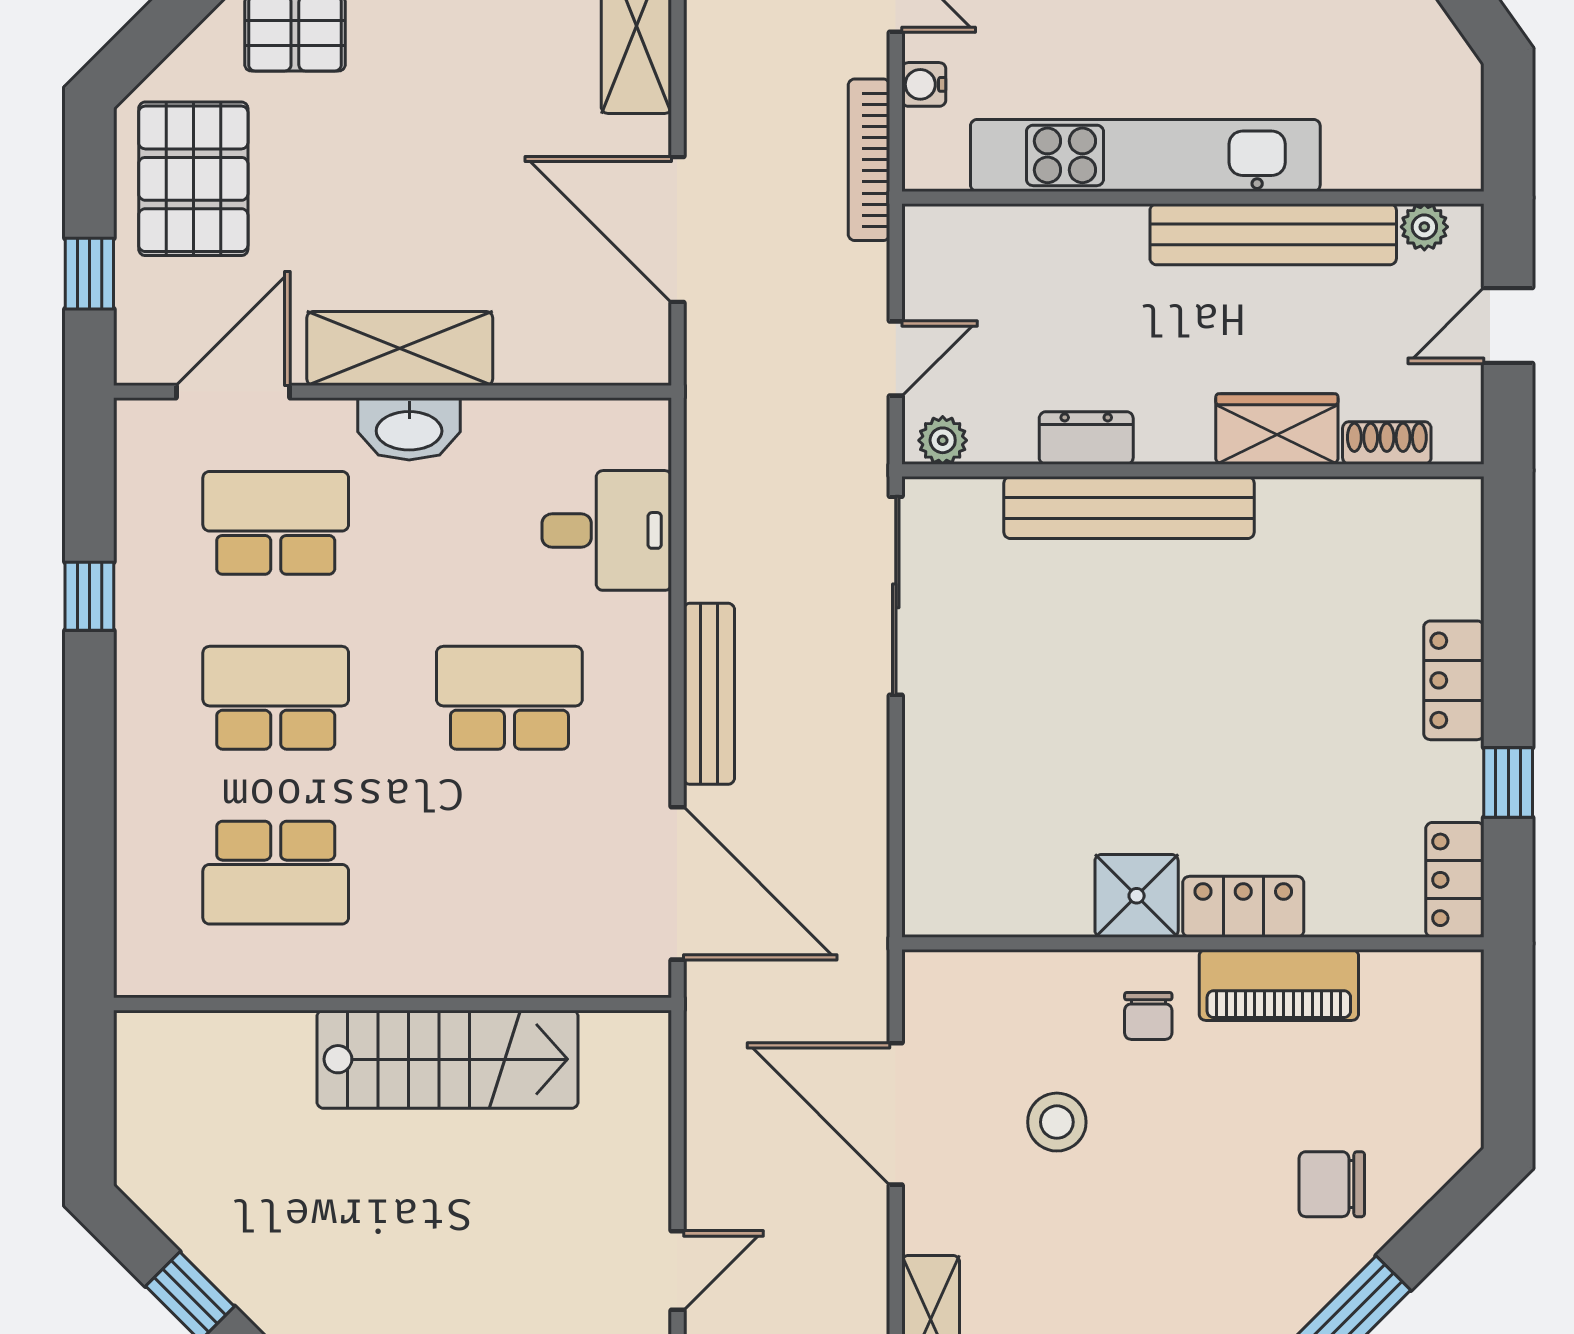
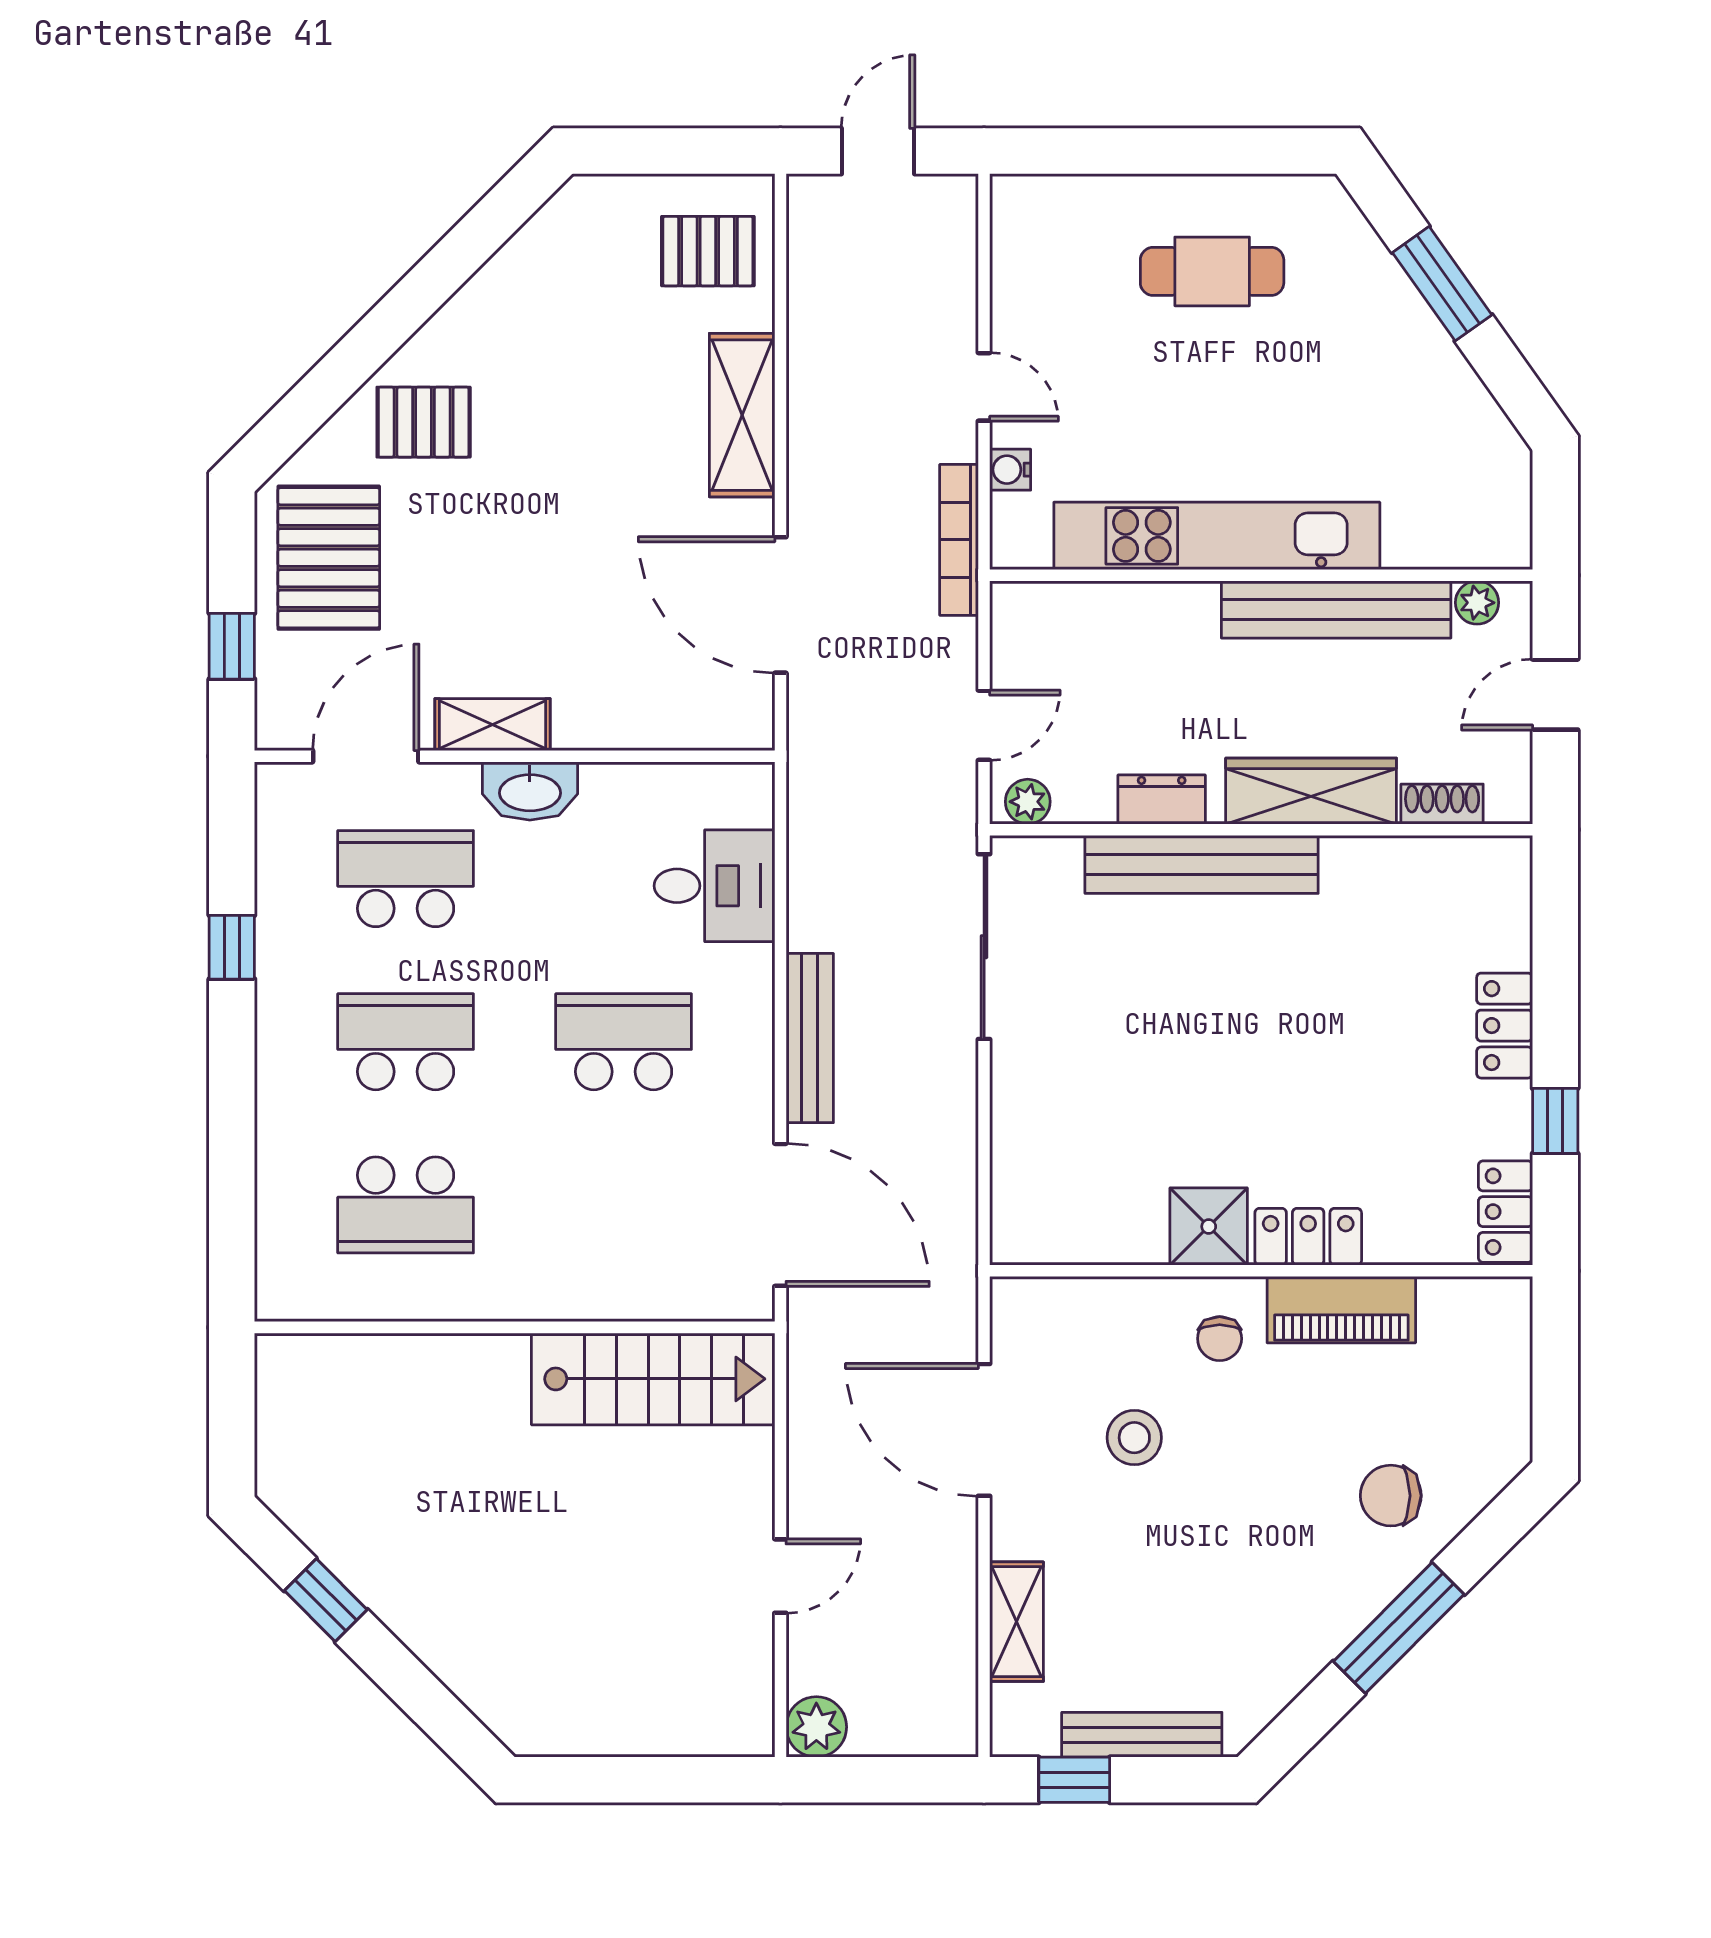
shelving: (400, 348) -> (492, 725), width x0.67, depth x0.75
wardrobe: (1277, 429) -> (1311, 791), width x1.50
stairs: (448, 1059) -> (653, 1379), moved

